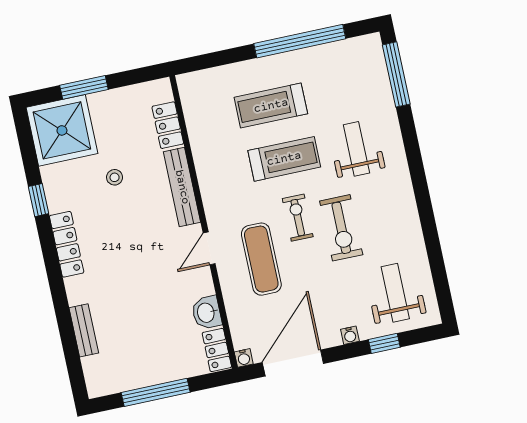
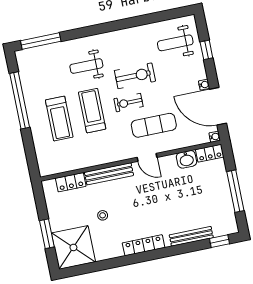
window: (39, 200) -> (220, 241), moved
bench: (84, 330) -> (191, 236), width x1.36
water cooler: (350, 335) -> (204, 85), moved

